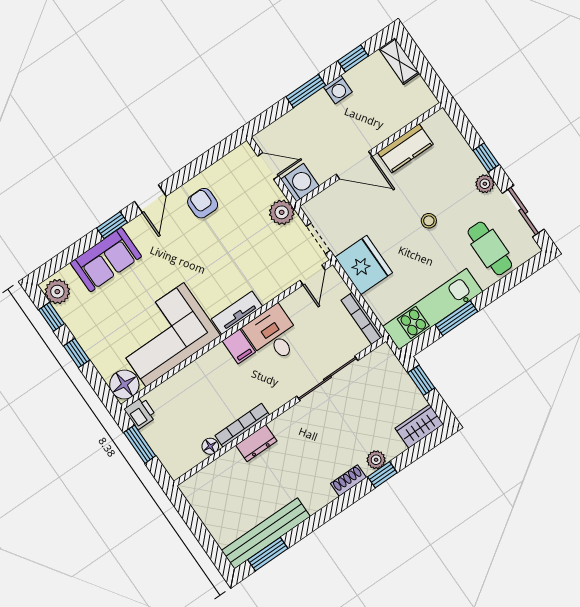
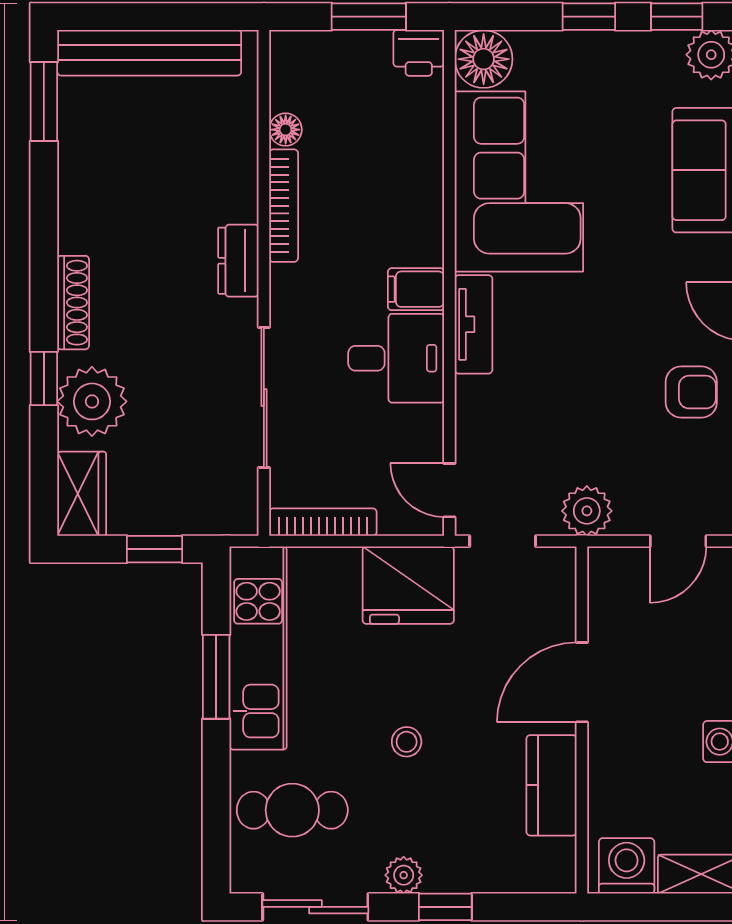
washing machine: (300, 183) -> (627, 866), moved, turned 180
dresser: (256, 443) -> (238, 261), moved
plant: (376, 460) -> (92, 401), width x1.87, depth x1.87
shoe rack: (348, 481) -> (73, 303), width x1.43
bench: (266, 533) -> (149, 53), moved, turned 90

